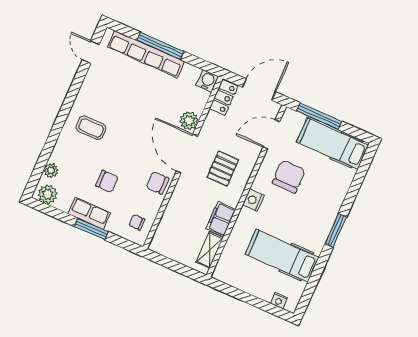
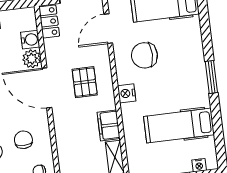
water cooler: (207, 81) -> (30, 40), moved, turned 90
chair: (289, 177) -> (144, 55), turned -90
chair: (157, 183) -> (23, 140), moved, turned 90

